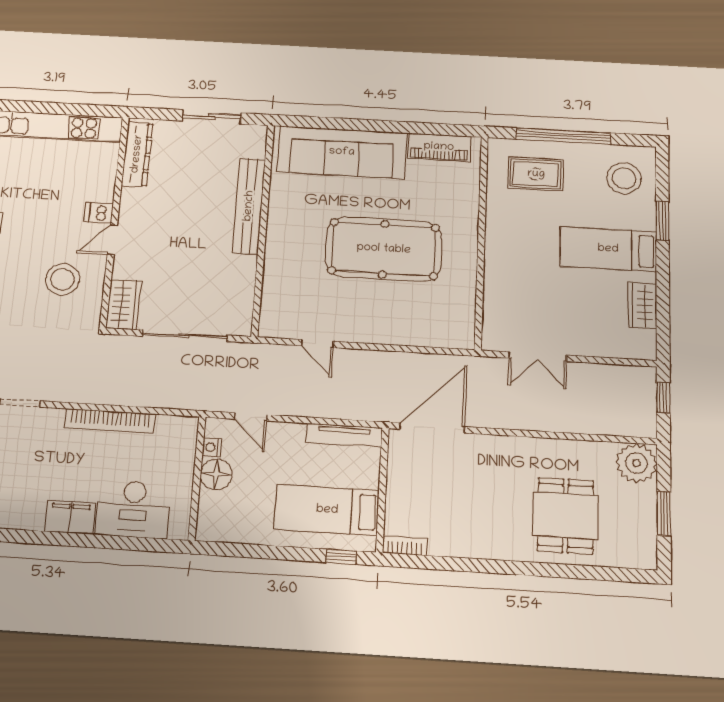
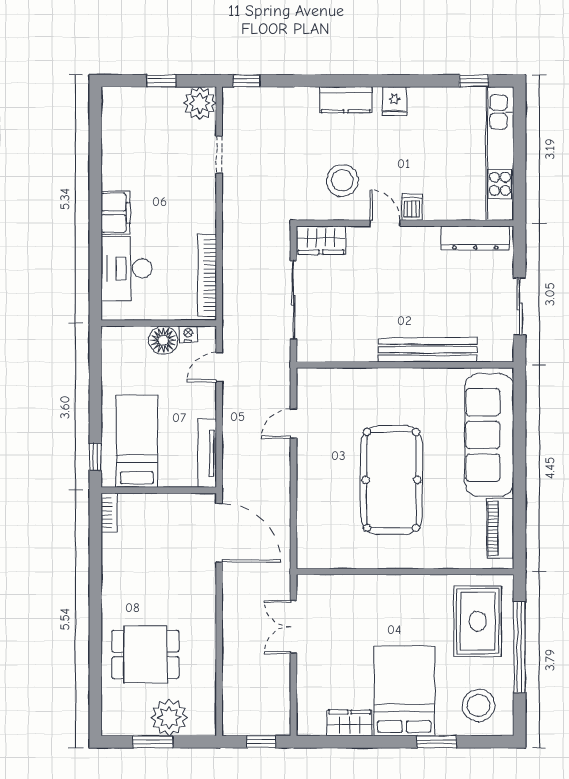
rug: (536, 174) -> (478, 621), width x1.36, depth x1.43
bed: (608, 249) -> (404, 691), width x1.50
bookcase: (110, 421) -> (207, 275), moved
plant: (637, 463) -> (169, 717), moved

